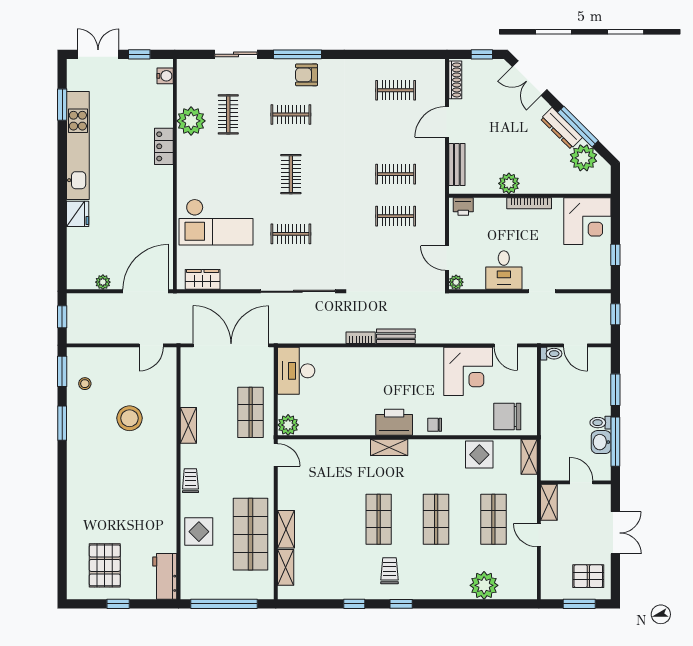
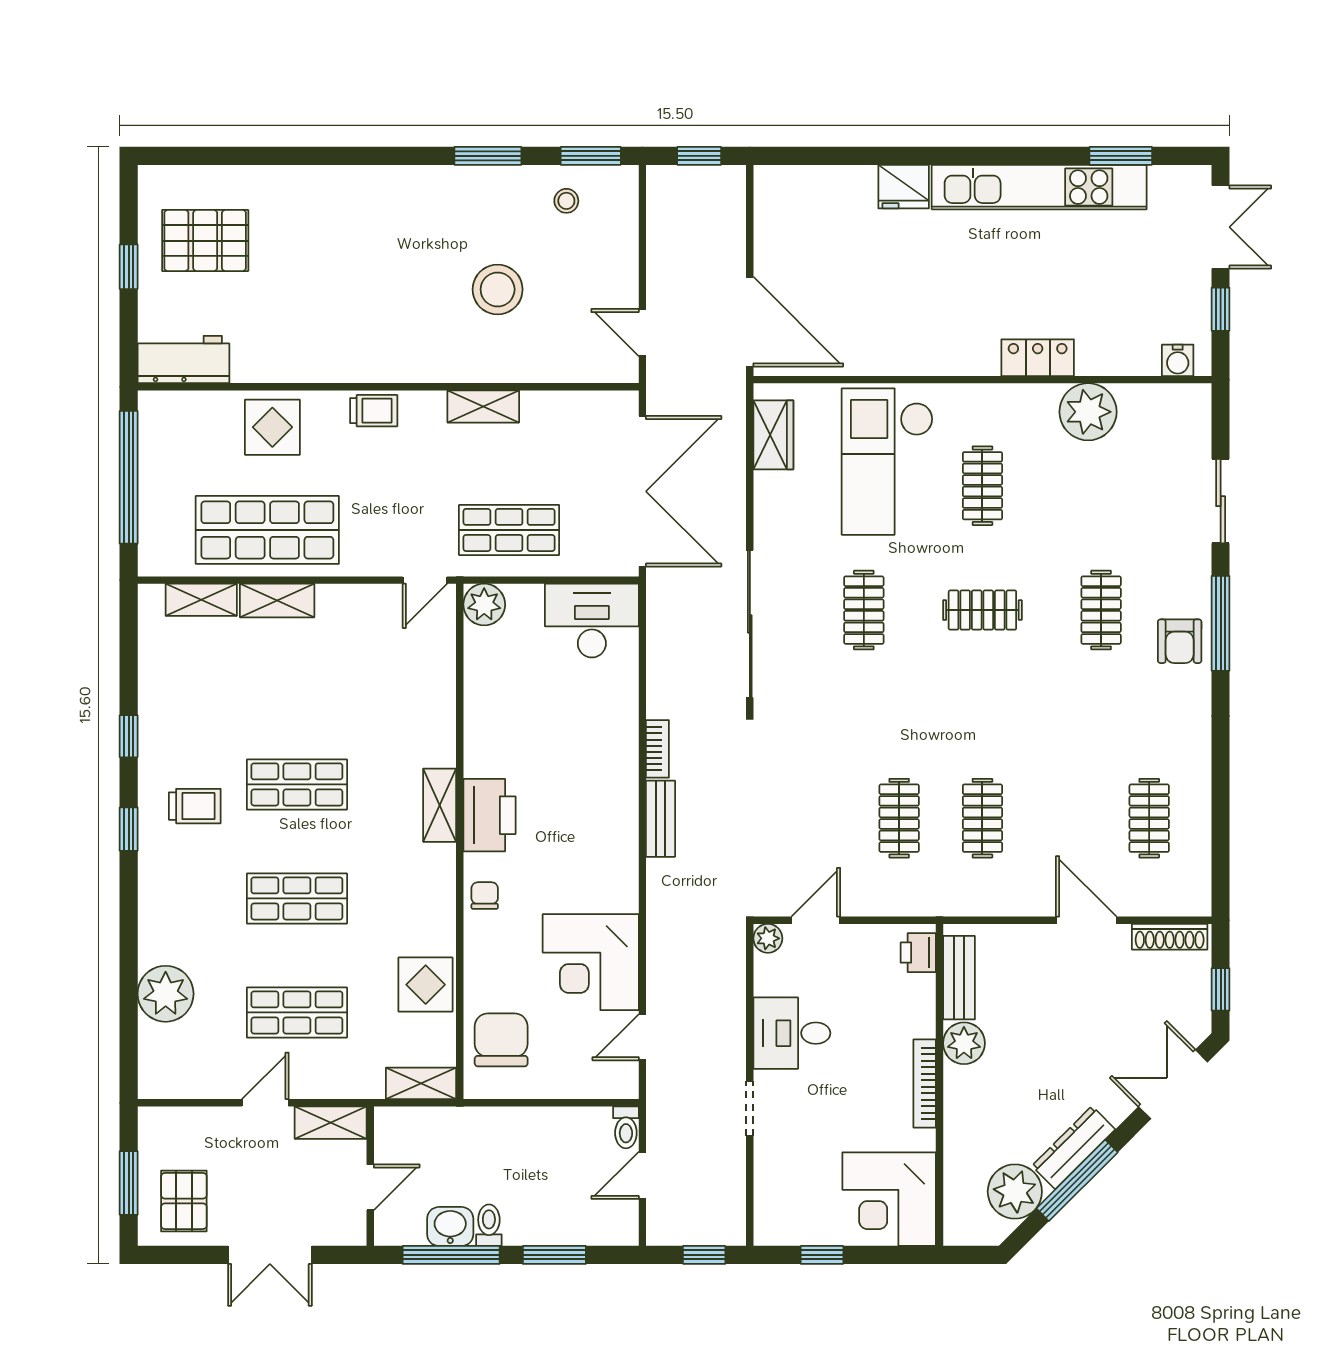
armchair: (307, 75) -> (1180, 641), turned 180
clothes rail: (228, 114) -> (982, 486), moved, turned 90
bench: (457, 164) -> (959, 978), moved, turned 90
plant: (103, 282) -> (768, 237), removed

